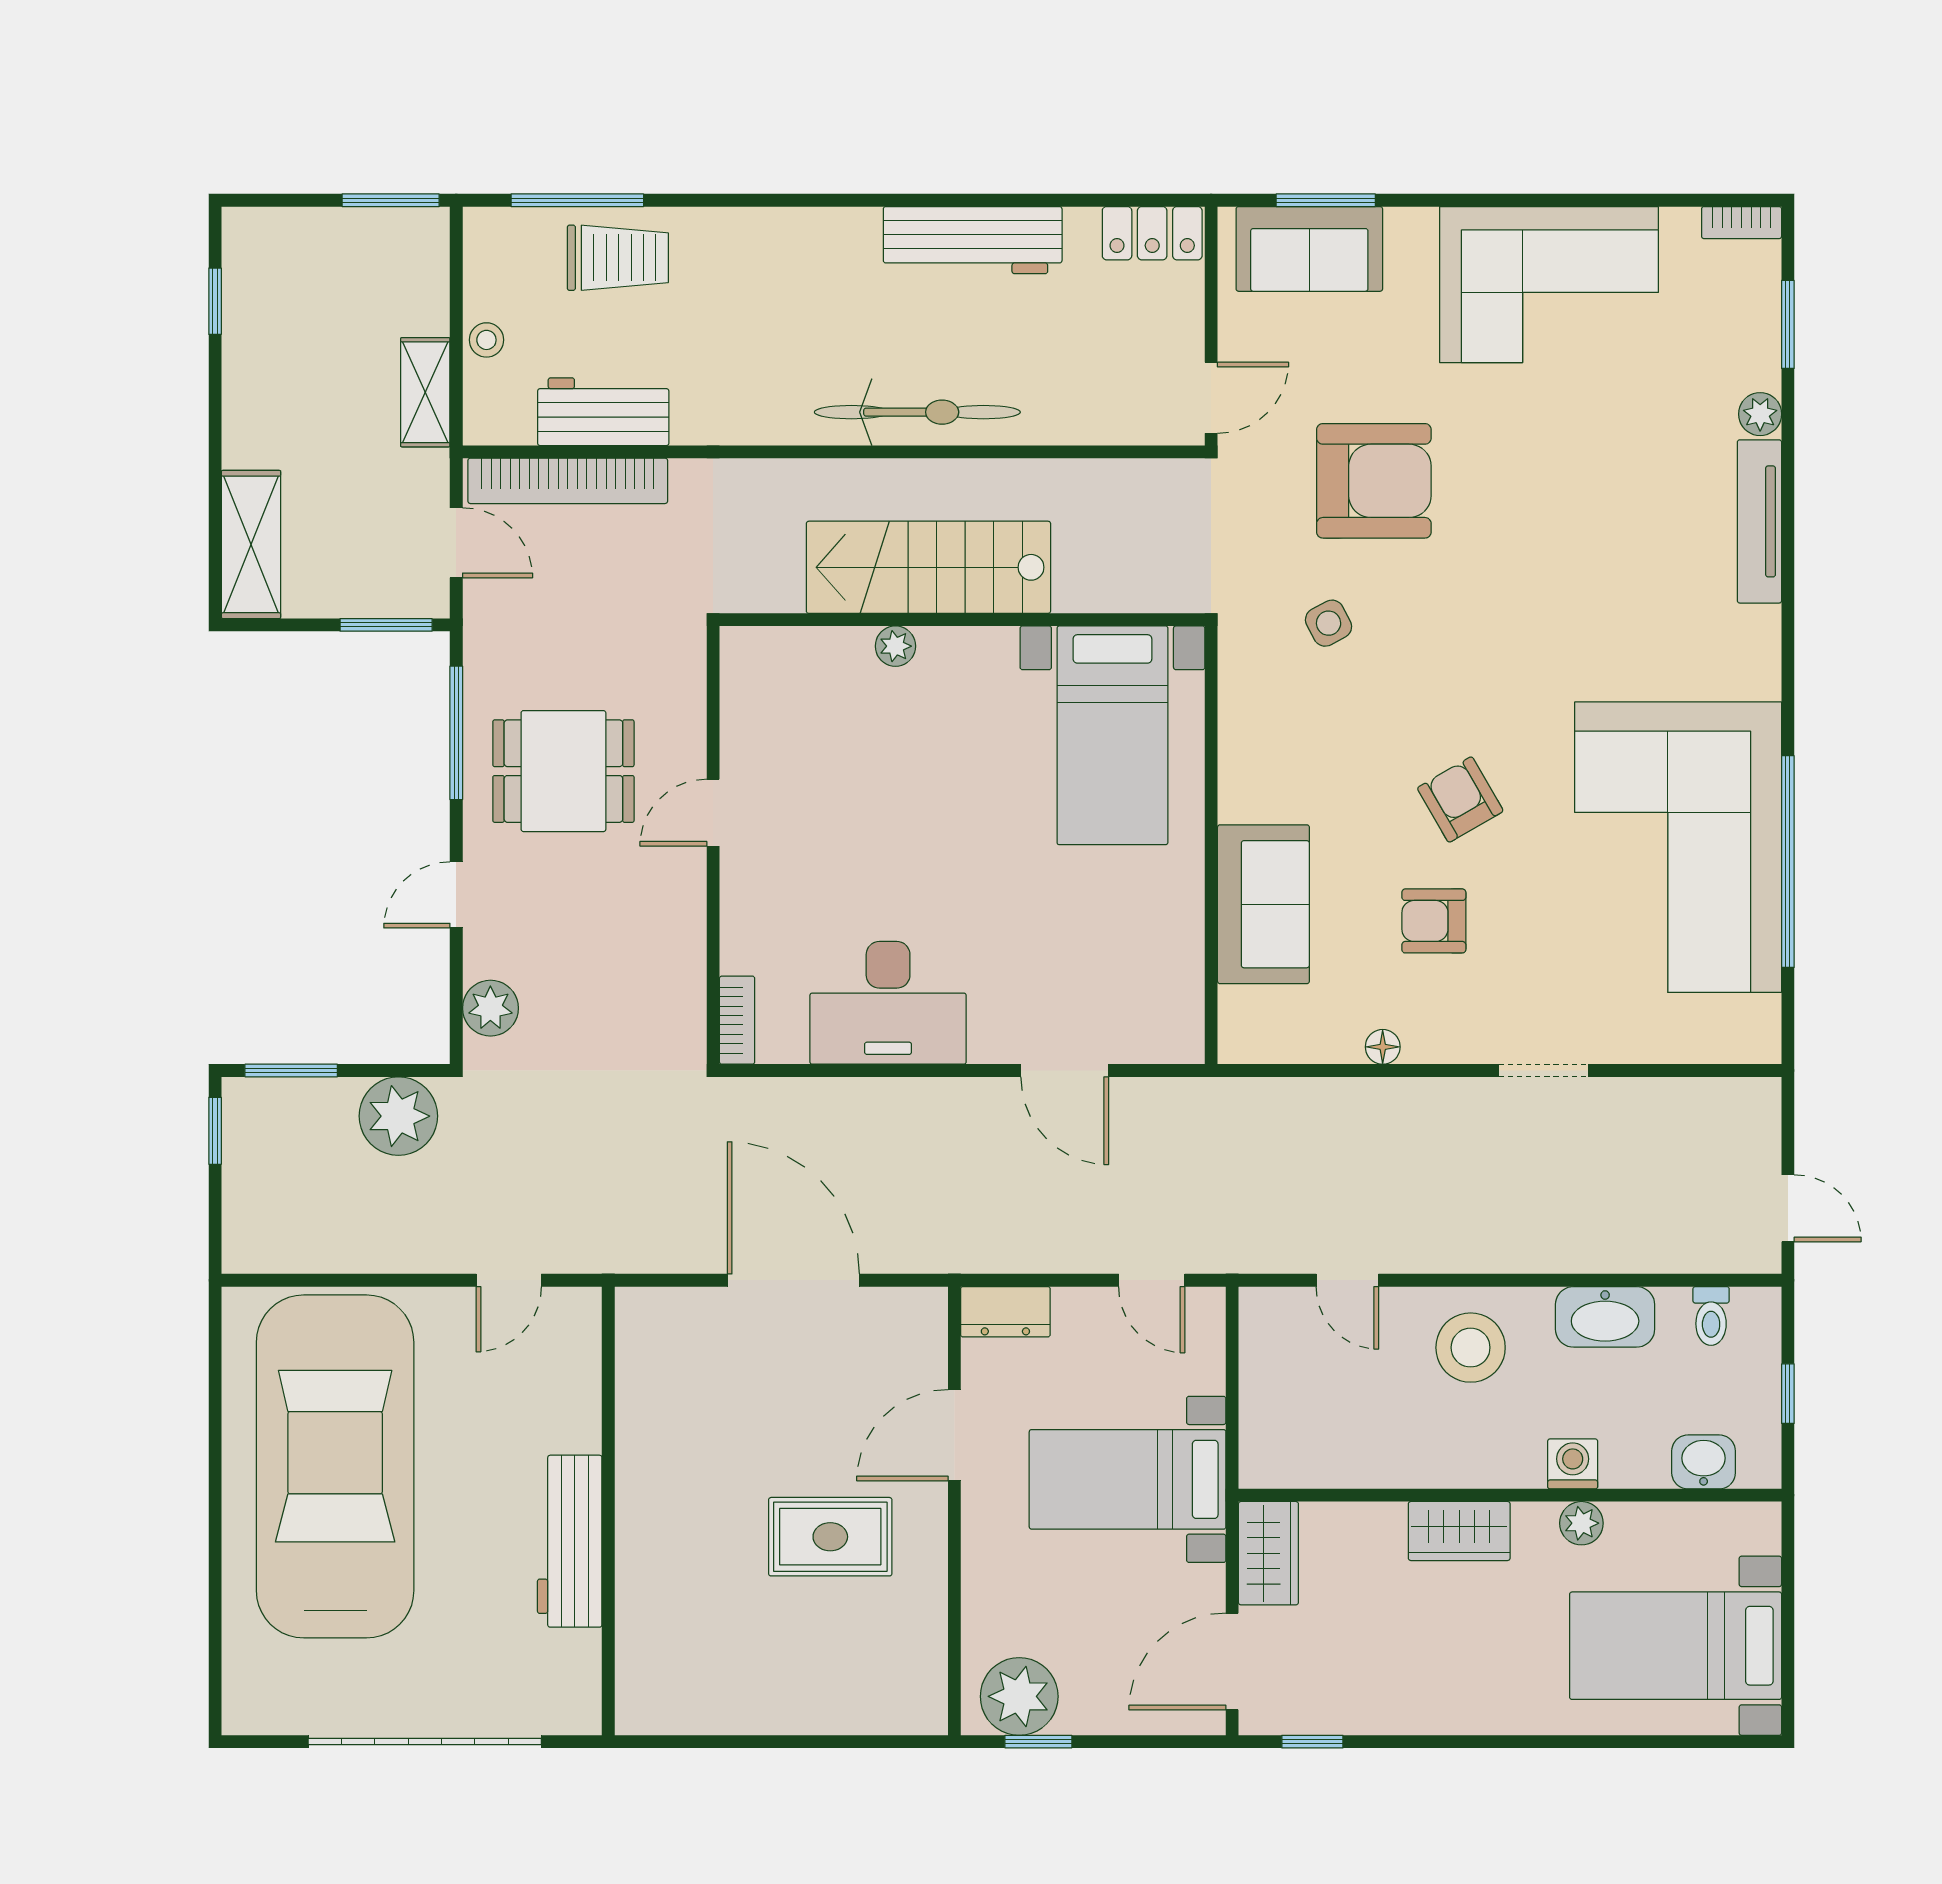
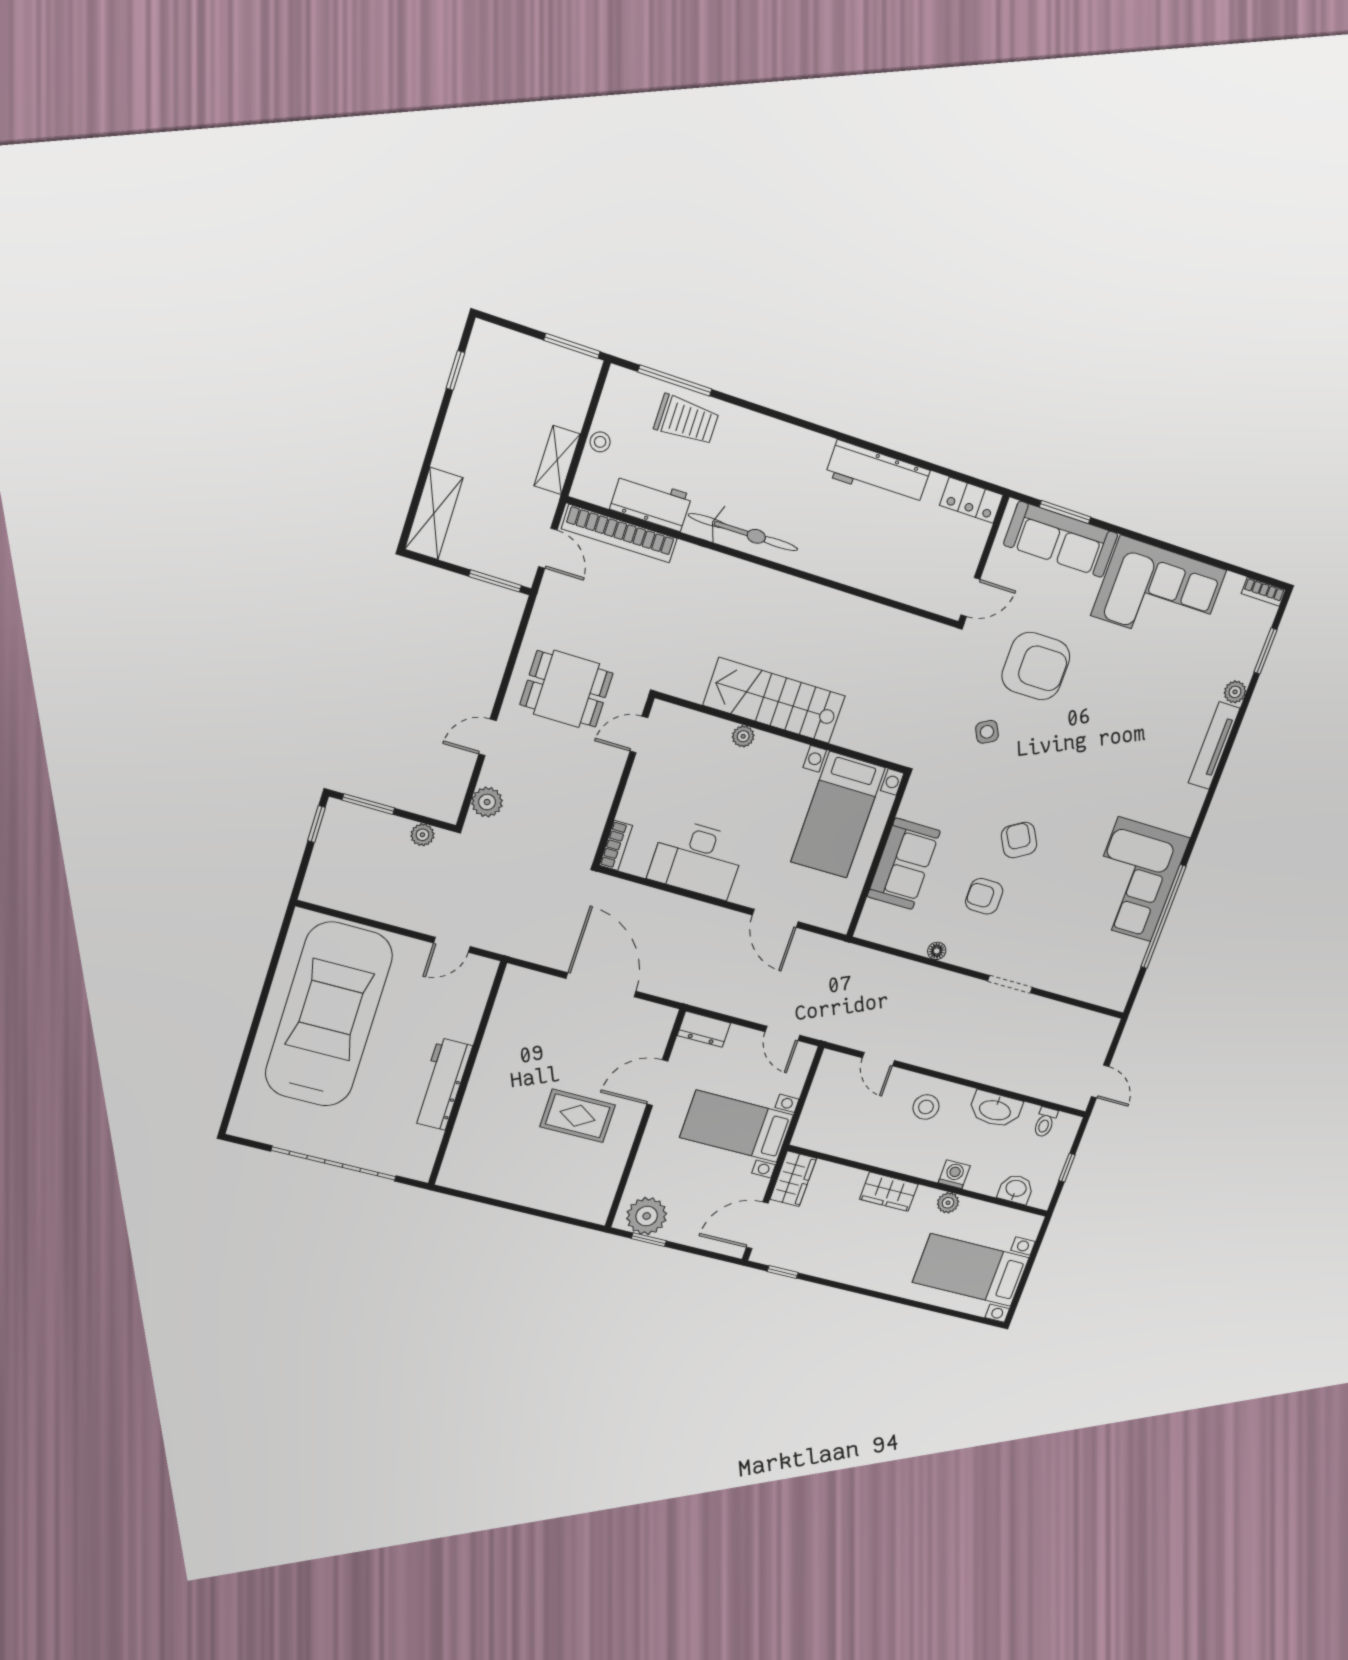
sofa: (1309, 249) -> (1061, 539), width x1.36
bicycle: (917, 412) -> (743, 532), moved
stairs: (928, 567) -> (774, 700), moved
wall: (962, 620) -> (782, 733), moved
plant: (895, 646) -> (743, 736), moved
window: (456, 733) -> (515, 651), removed
bed with nightstands: (1112, 735) -> (838, 815), moved
corner sofa: (1678, 847) -> (1135, 879), width x0.73, depth x0.74
plant: (398, 1116) -> (422, 835), width x0.53, depth x0.53
stool: (1471, 1348) -> (926, 1107), width x0.73, depth x0.73

